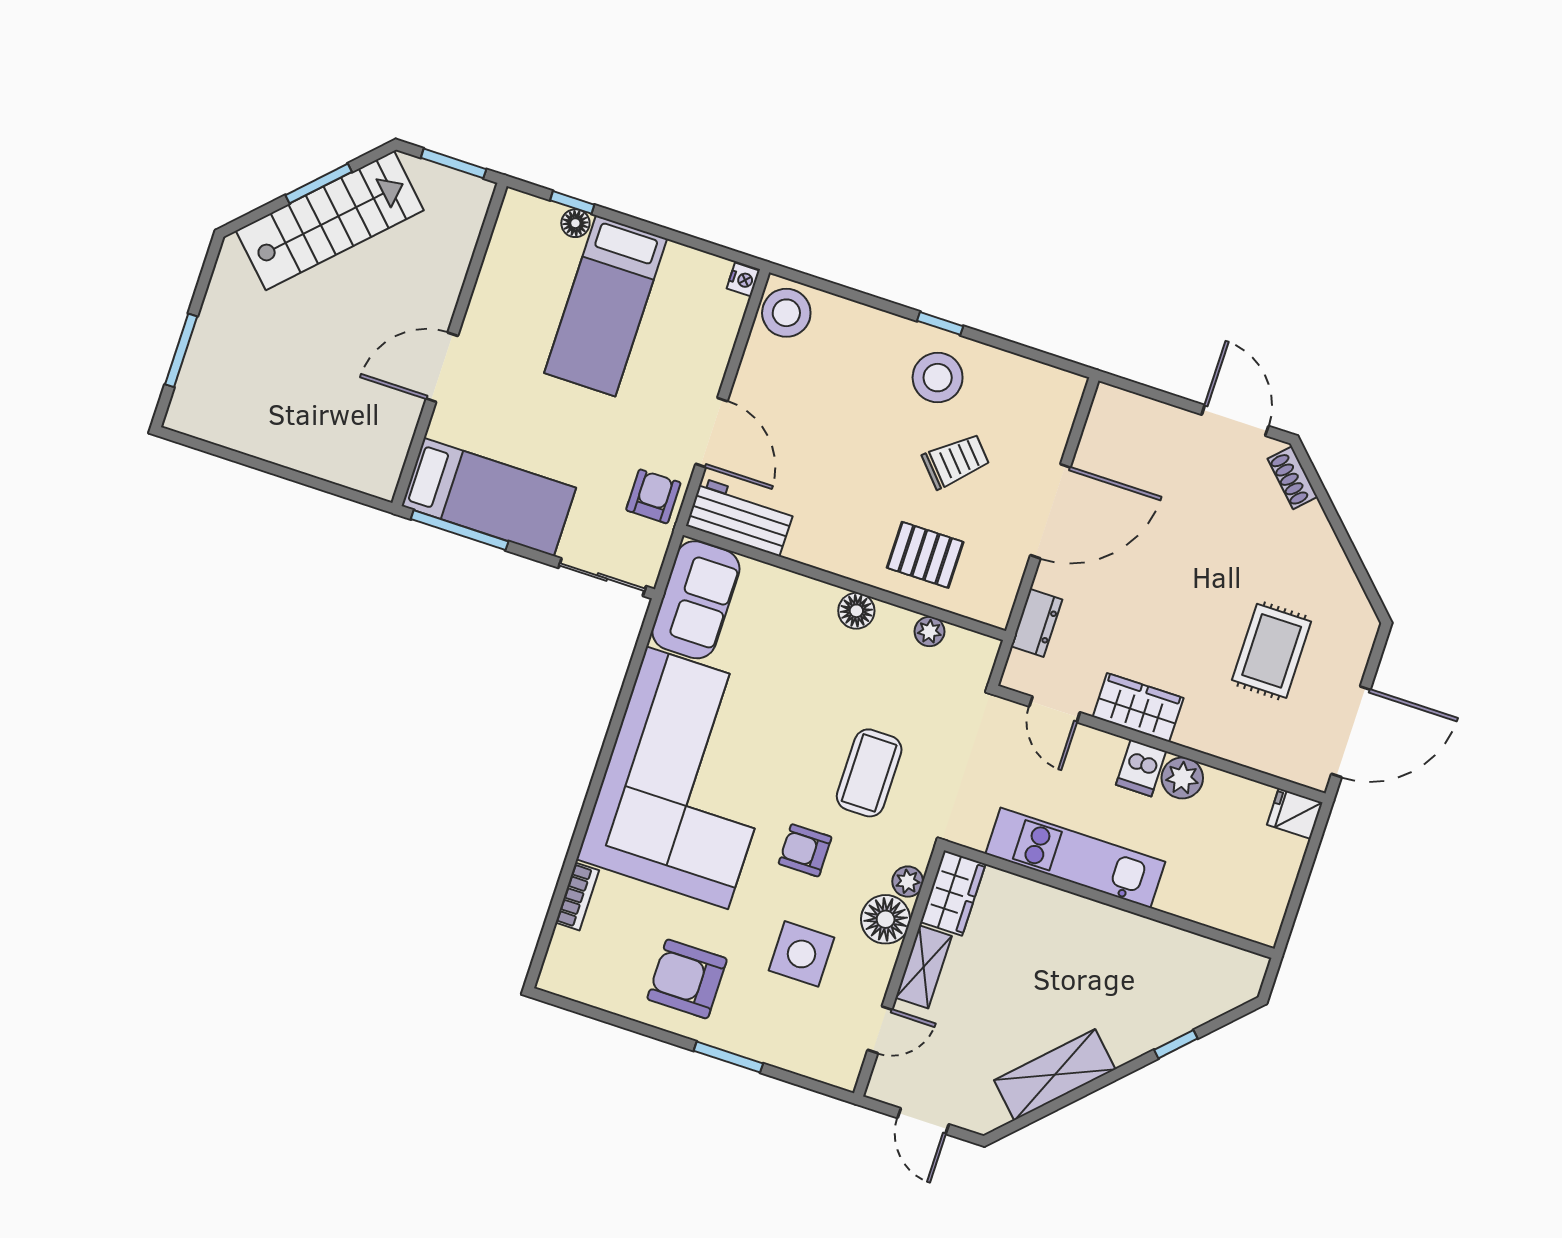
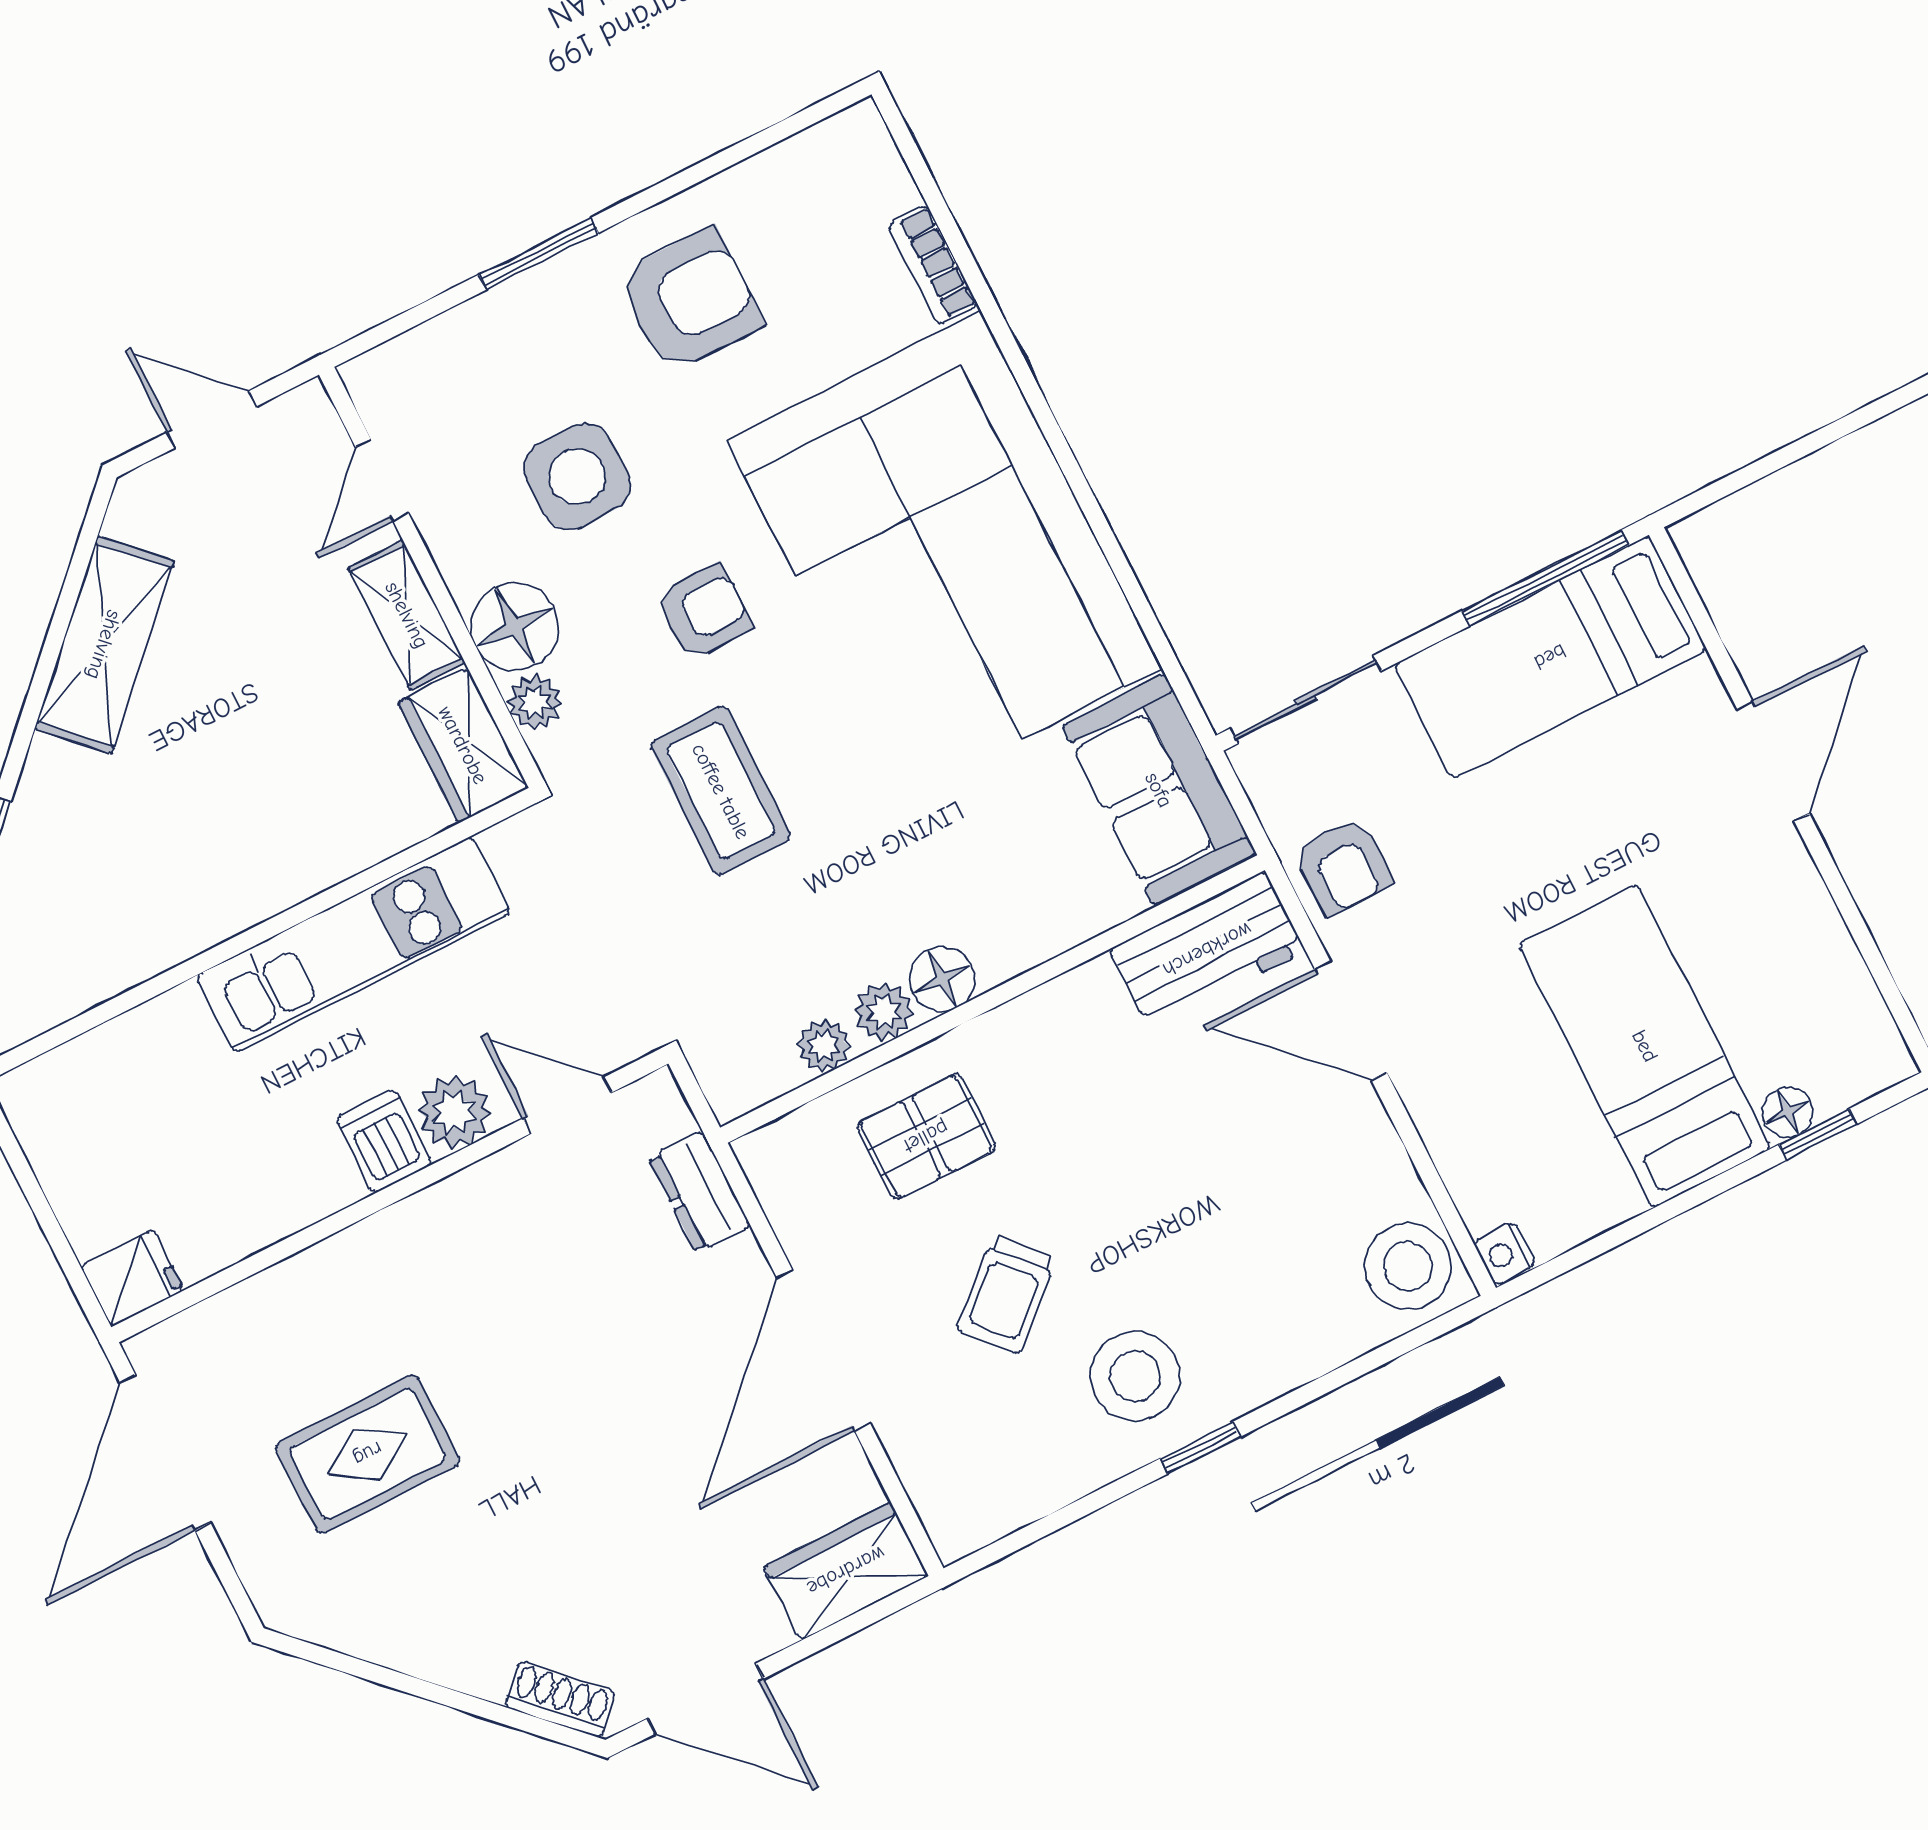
plant: (893, 621) -> (884, 1012), added
rug: (1272, 651) -> (368, 1454), turned 90
wardrobe: (1138, 707) -> (846, 1571), moved, turned 180
plant: (1182, 778) -> (454, 1112), moved

